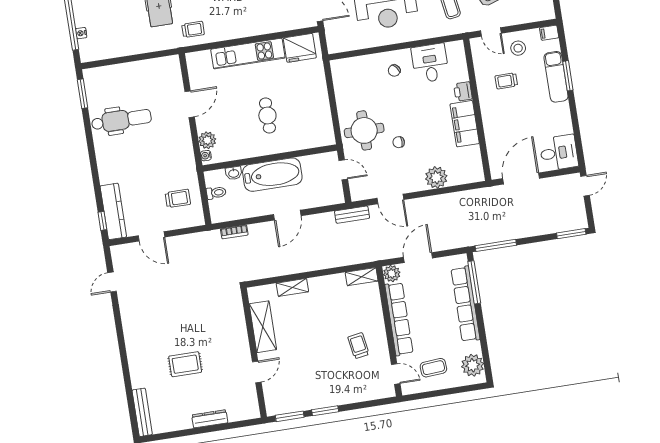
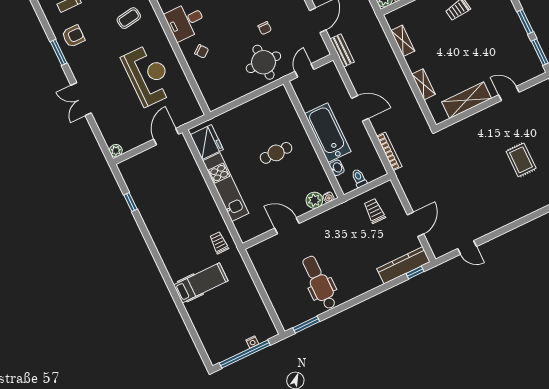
bookcase: (234, 232) -> (389, 151), width x1.56
shelving: (362, 277) -> (403, 41), moved

